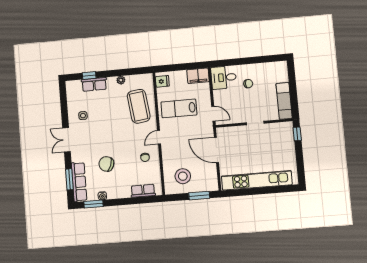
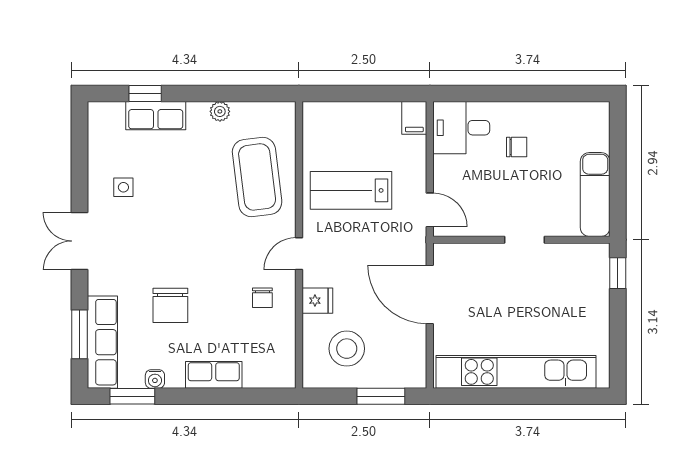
filing cabinet: (198, 76) -> (414, 118), width x0.50
fridge: (162, 81) -> (317, 301), moved
chair: (106, 164) -> (170, 305), turned -110
row of seats: (143, 191) -> (214, 375), moved

